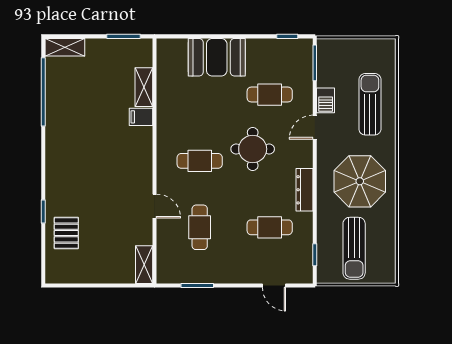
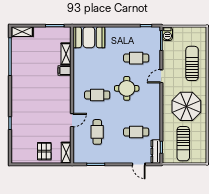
booth: (217, 57) -> (89, 37), moved
barbecue: (326, 100) -> (167, 34), moved
dresser: (305, 190) -> (156, 151), moved
door: (154, 206) -> (72, 120), hinge flipped
pallet: (66, 233) -> (44, 151), moved

